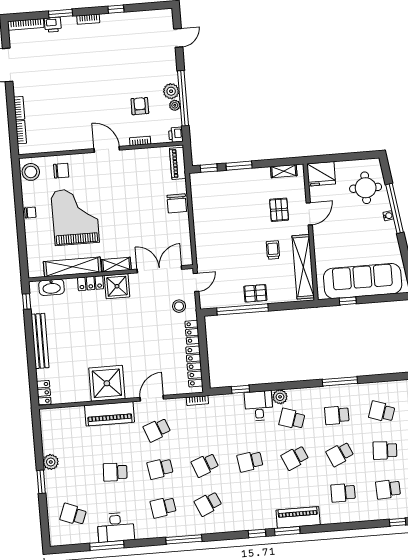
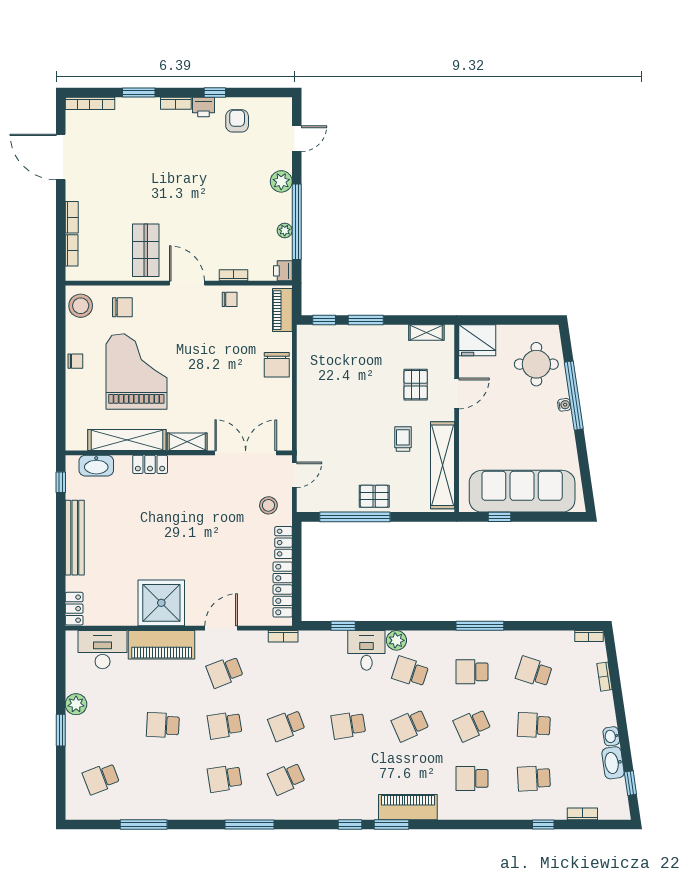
printer: (53, 25) -> (204, 107), moved
plant: (171, 91) -> (281, 181), moved
armchair: (140, 106) -> (237, 121), moved
shop shelf: (75, 128) -> (146, 250), added
chair: (139, 159) -> (230, 299), added
shower: (117, 286) -> (186, 471), removed
school desk: (73, 514) -> (101, 778), turned -42
desk: (116, 527) -> (103, 650), moved, turned 180

